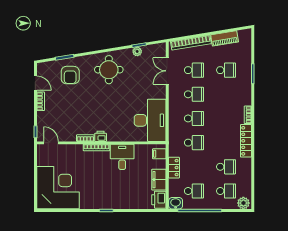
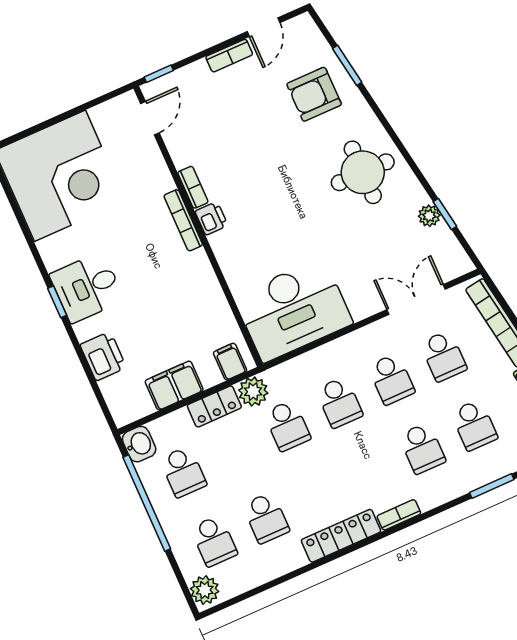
school desk: (226, 94) -> (422, 448), added
plant: (175, 150) -> (253, 392), added
desk: (122, 157) -> (87, 287), moved, turned 180
printer: (159, 200) -> (103, 356), moved, turned 90

